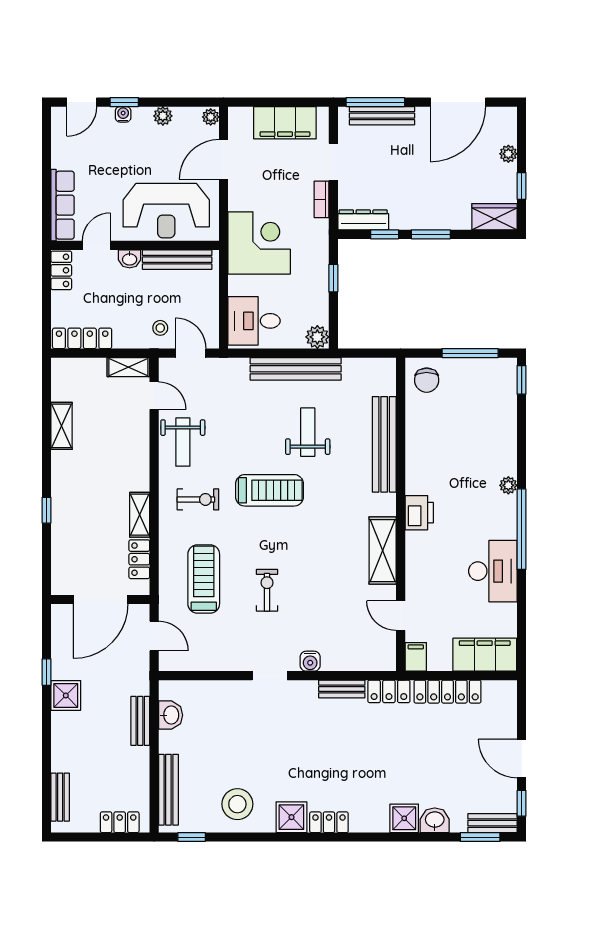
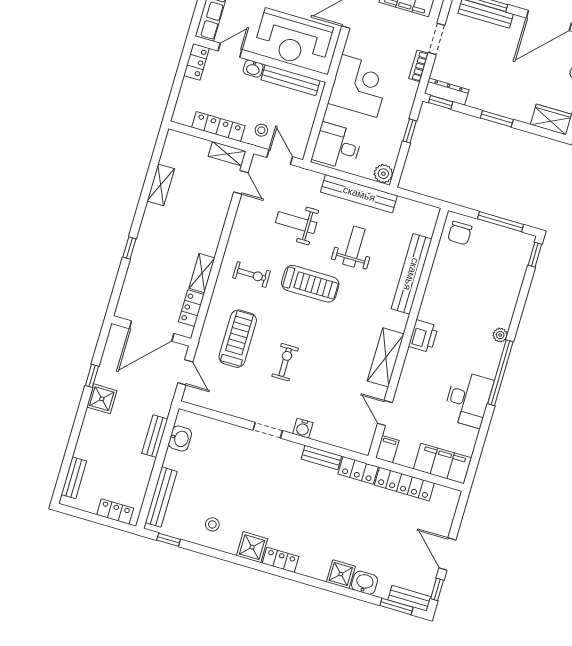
window: (385, 234) -> (441, 102), moved
locker: (82, 338) -> (218, 127), moved
weight bench: (183, 442) -> (296, 223), moved, turned 90
stool: (237, 804) -> (212, 524), width x0.53, depth x0.53

